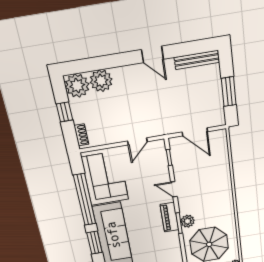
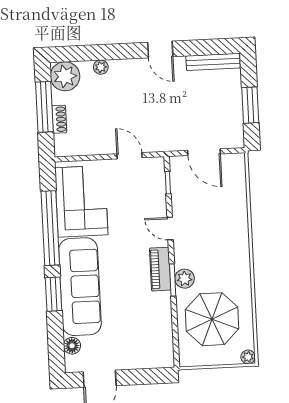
plant: (101, 81) -> (101, 67), width x0.53, depth x0.53
window: (65, 112) -> (44, 107), width x2.17
shoe rack: (81, 135) -> (59, 119), moved
door: (137, 141) -> (129, 156), swing flipped

